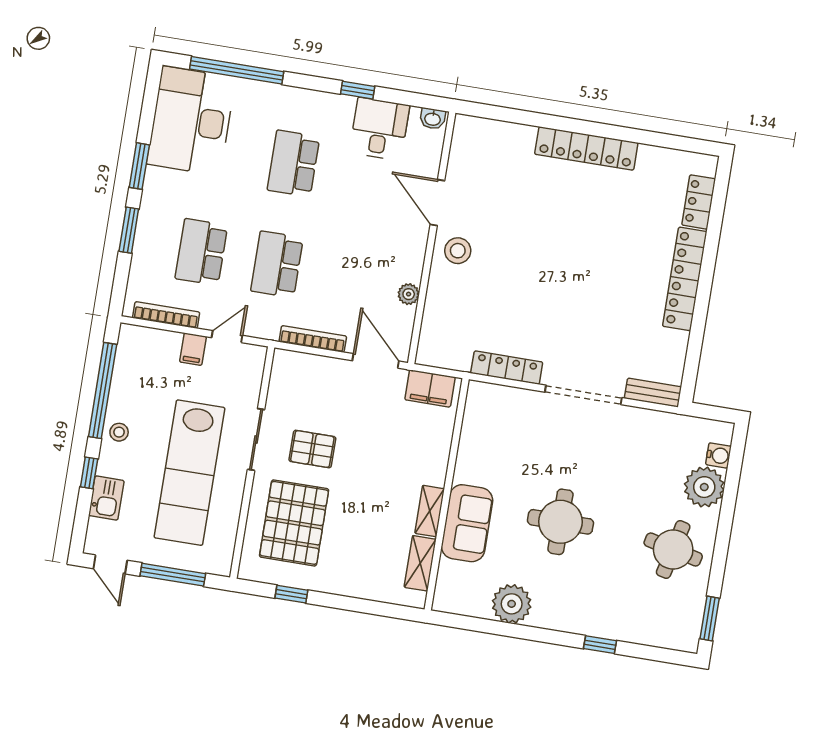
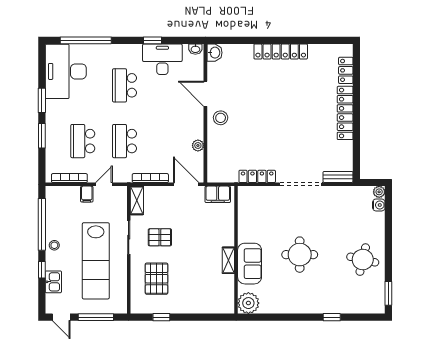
desk: (379, 129) -> (162, 59), width x1.37
washbasin: (466, 131) -> (214, 53), added
plant: (704, 487) -> (379, 192), moved, width x0.53, depth x0.53
pallet: (294, 523) -> (157, 279), width x0.73, depth x0.71
shelving: (420, 563) -> (137, 200), moved
plant: (512, 604) -> (248, 303), moved

